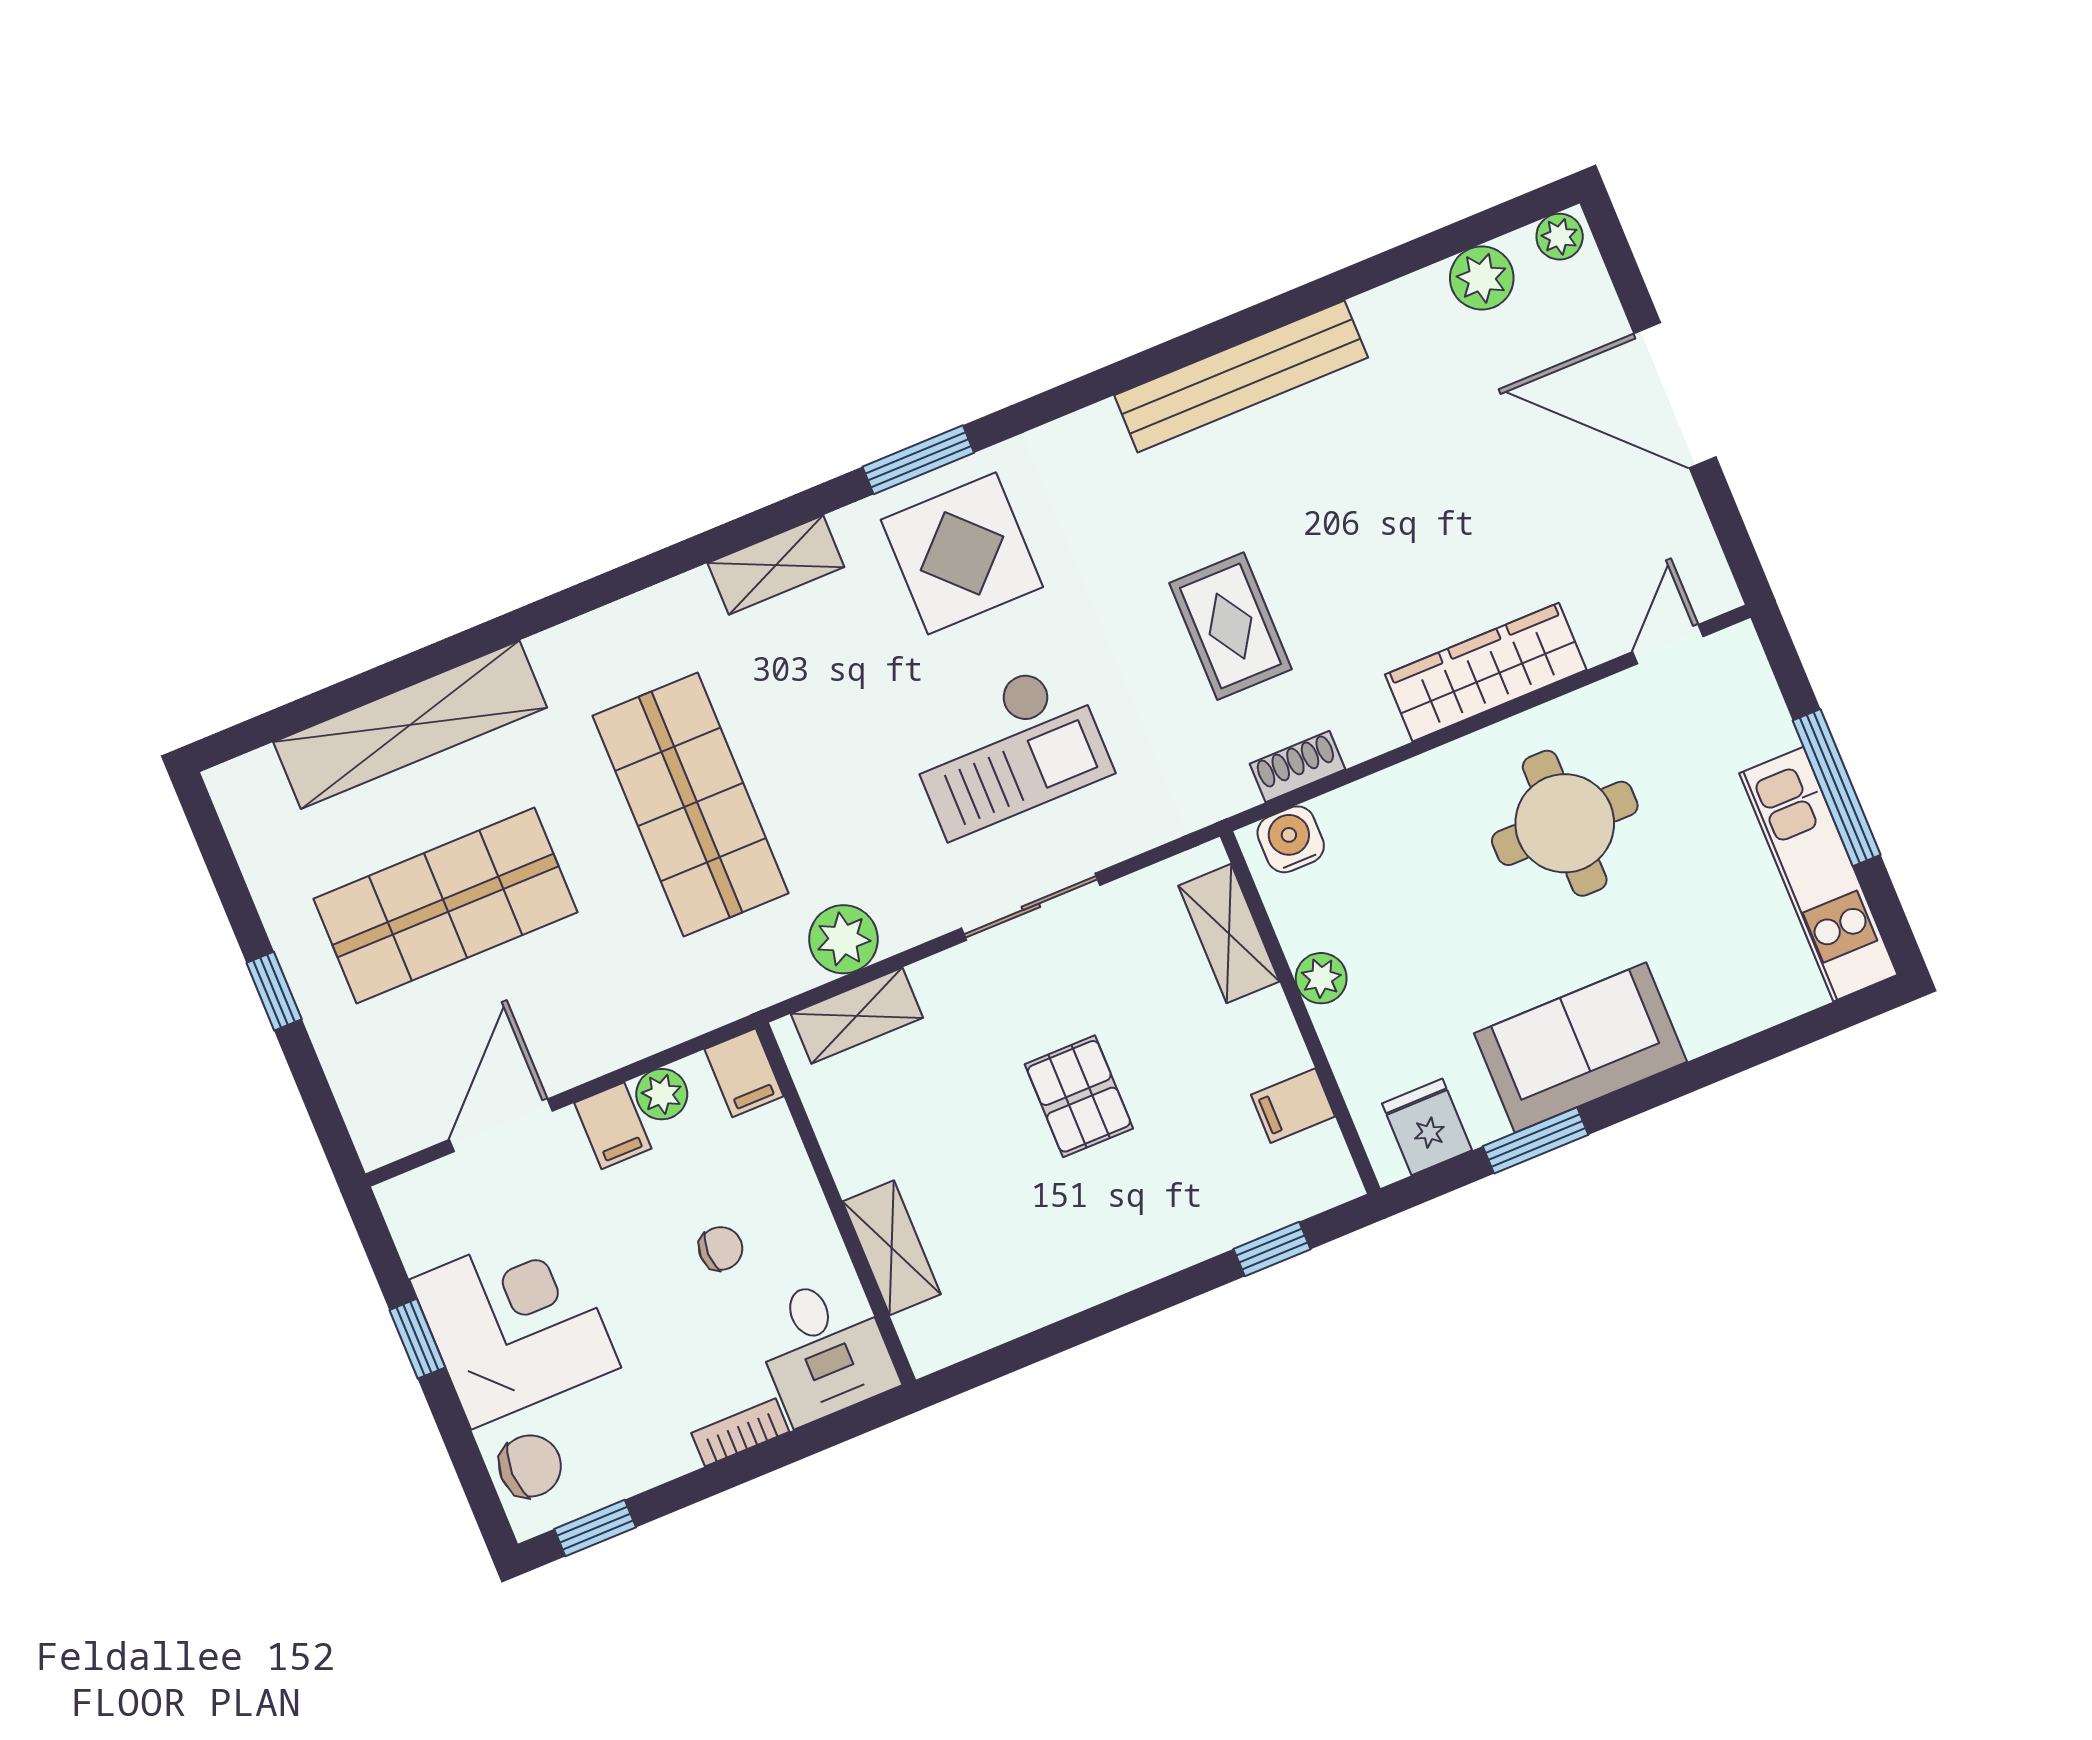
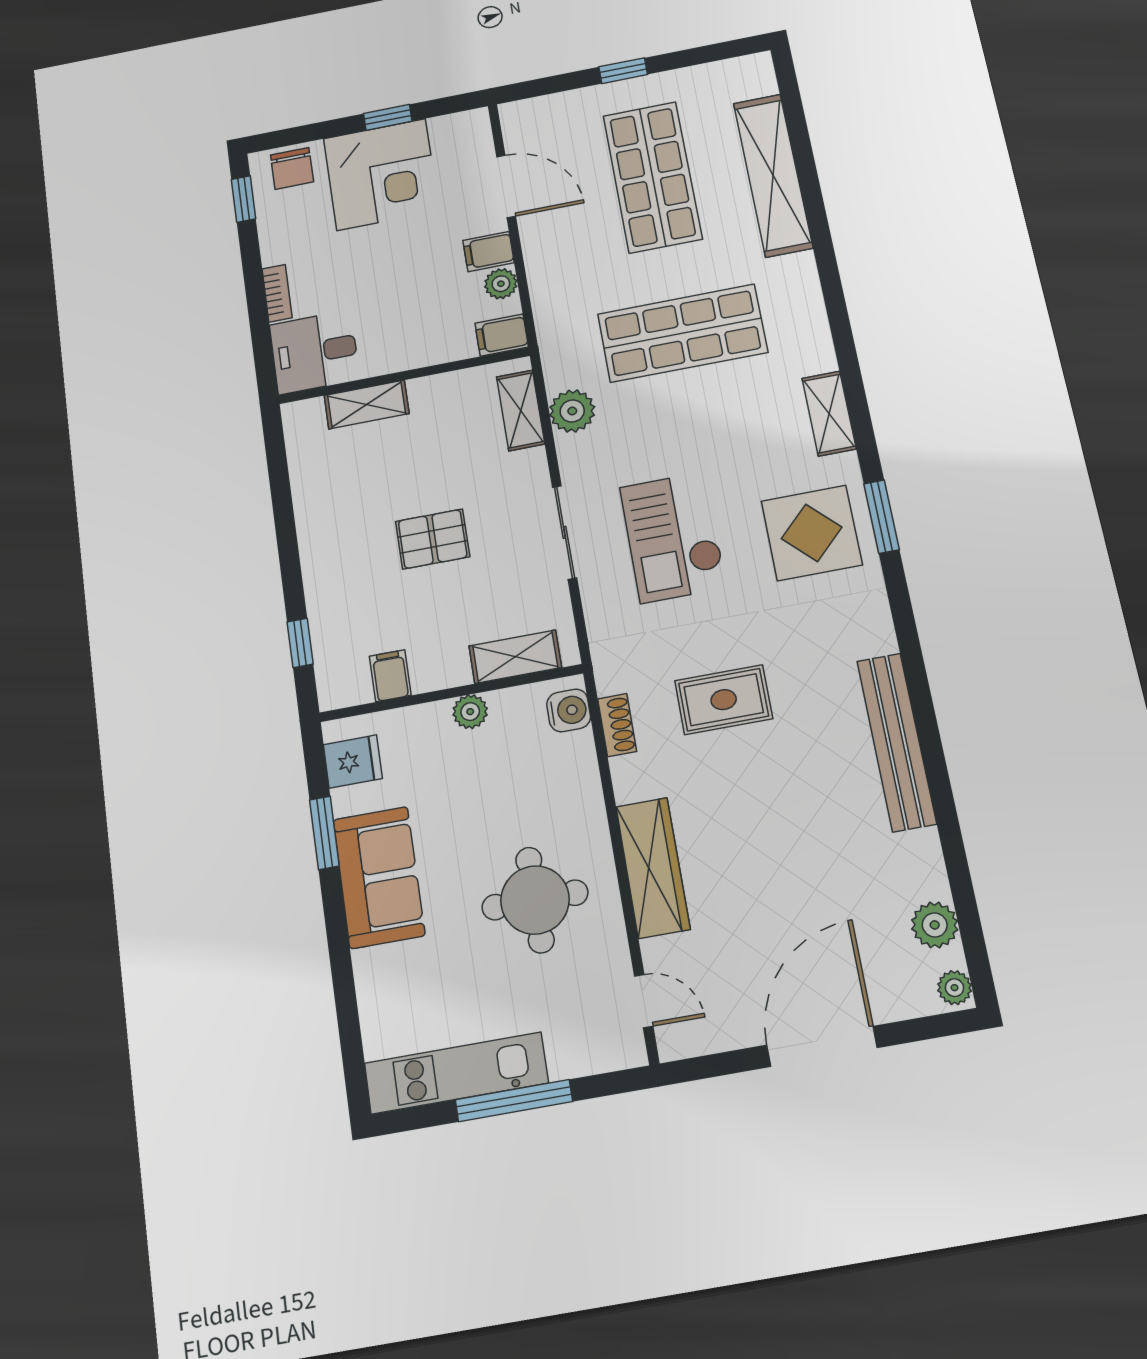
chair: (721, 1249) -> (394, 302), removed

